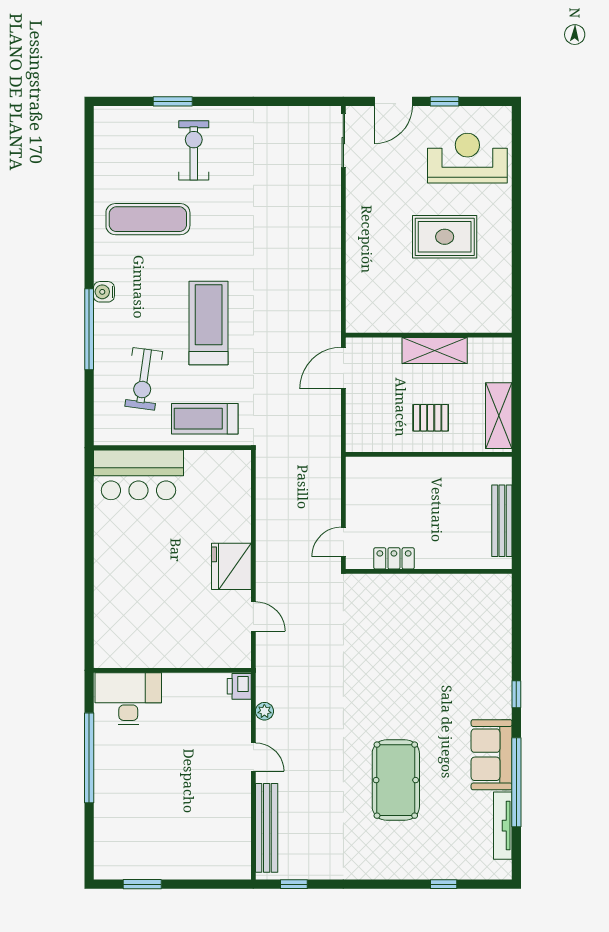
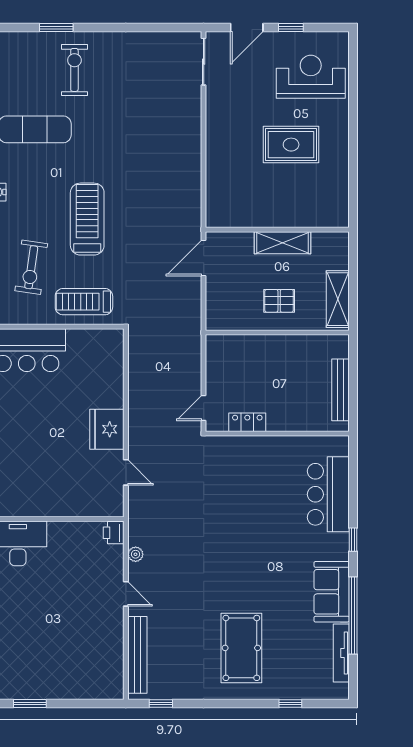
bar counter: (488, 642) -> (328, 494), added
pool table: (396, 780) -> (241, 648), moved

